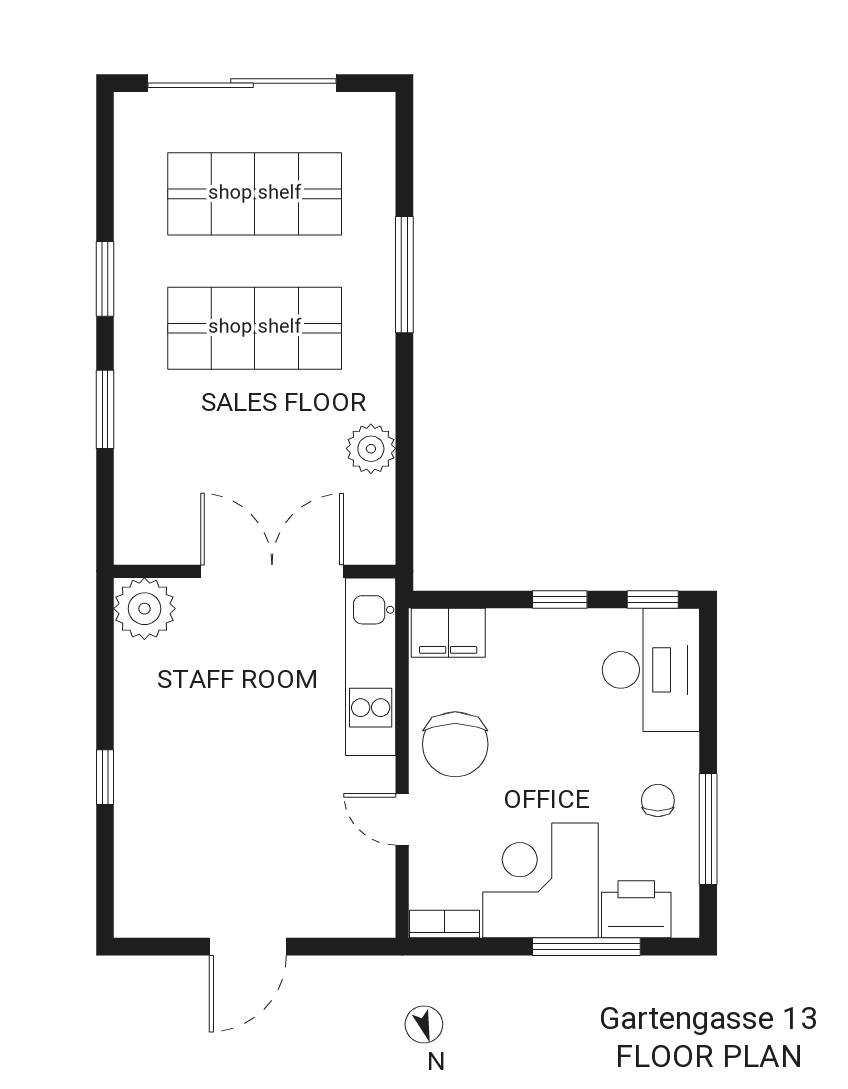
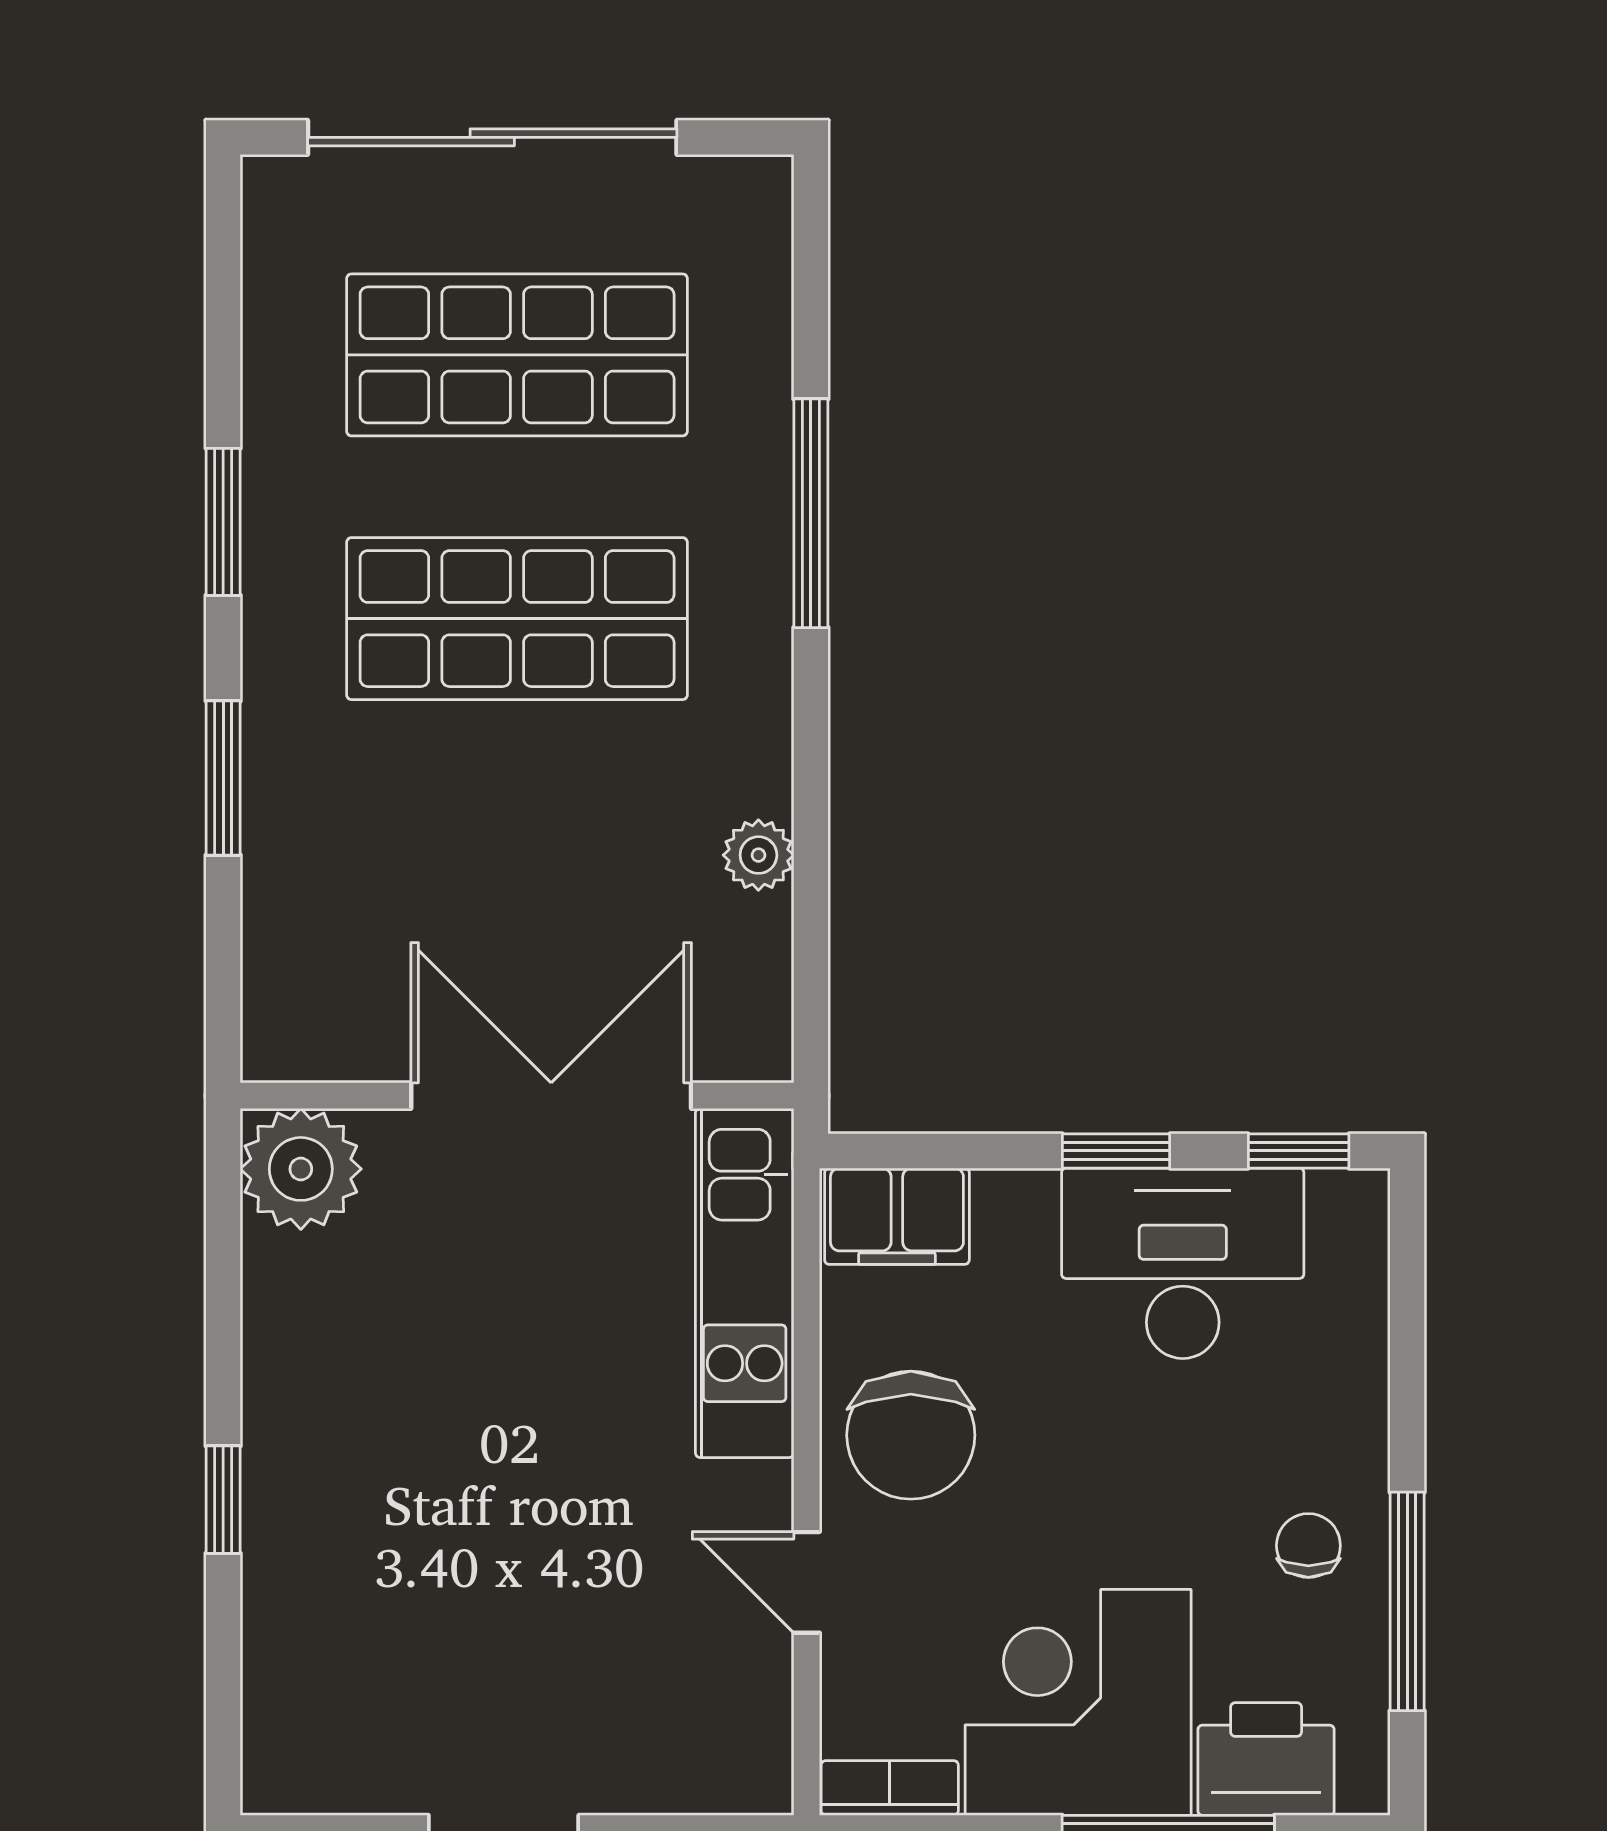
plant: (371, 449) -> (758, 855), width x0.73, depth x0.73
desk: (651, 670) -> (1183, 1263), moved, turned -90

